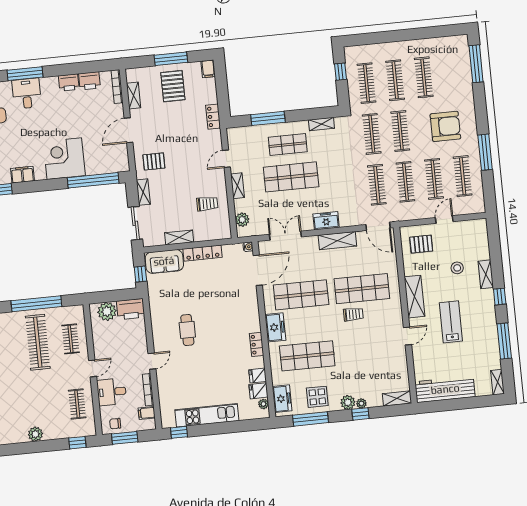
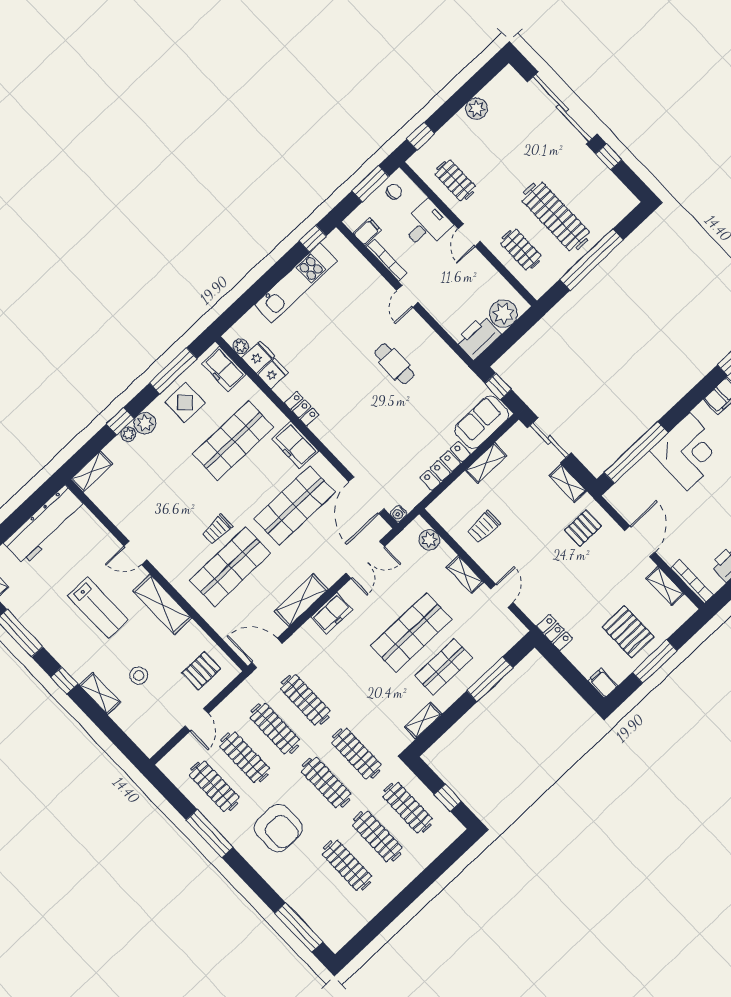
armchair: (445, 126) -> (278, 828), turned -90
door: (407, 336) -> (135, 553), hinge flipped

